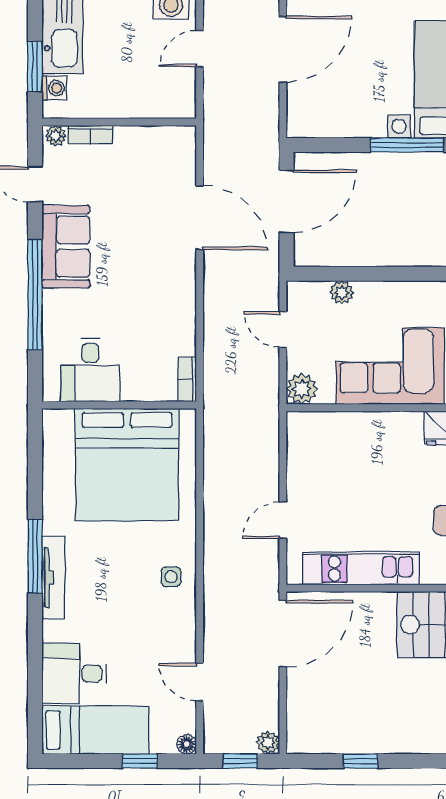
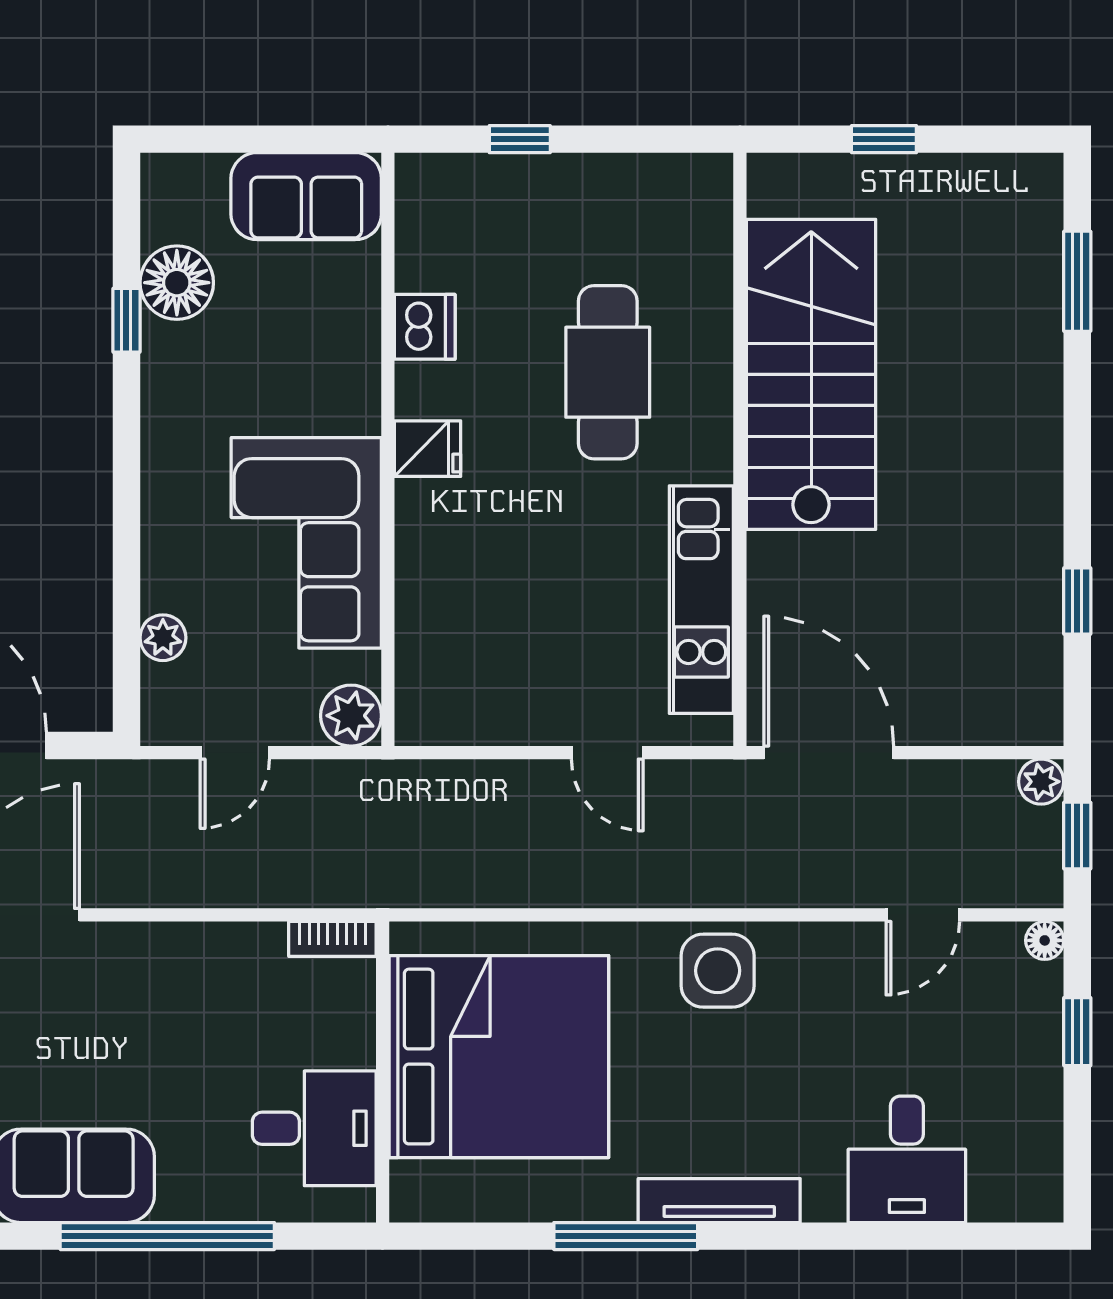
window: (35, 556) -> (626, 1236), moved
side table: (171, 577) -> (718, 971), width x1.87, depth x1.87
bed: (95, 730) -> (1017, 1118), removed

